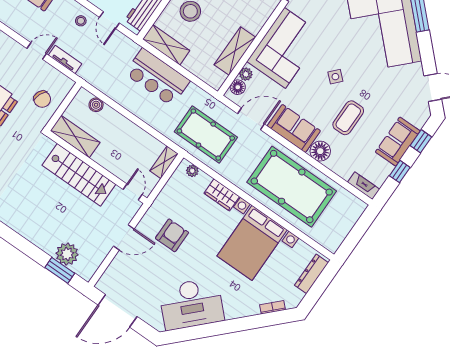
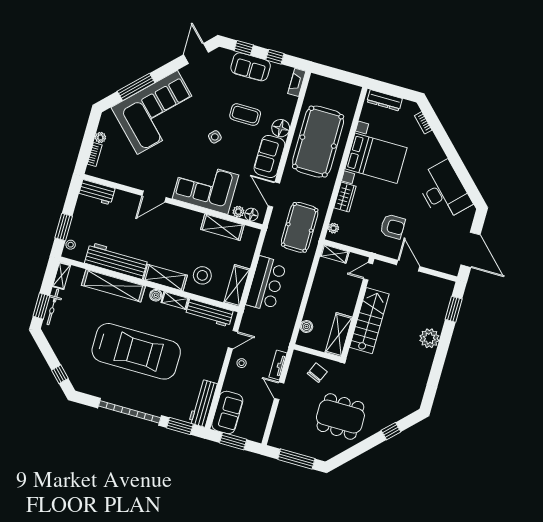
armchair: (172, 235) -> (393, 227), turned 180
plant: (67, 254) -> (429, 338), moved

